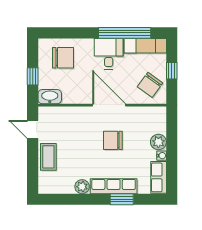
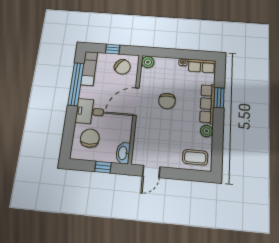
desk: (109, 54) -> (90, 111), moved
plant: (158, 142) -> (148, 62), moved
coffee table: (48, 157) -> (195, 157), moved

